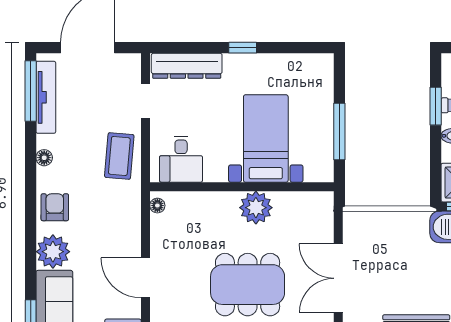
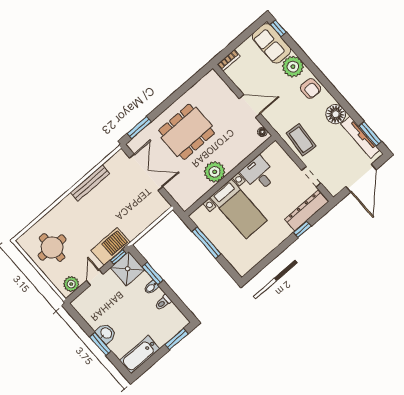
window: (243, 48) -> (302, 229), moved
window: (31, 91) -> (370, 134), width x0.69
window: (436, 106) -> (153, 273), moved
floor lamp: (44, 158) -> (336, 114), width x1.89, depth x1.89
desk: (181, 159) -> (259, 174), moved
door: (146, 278) -> (250, 106), moved

